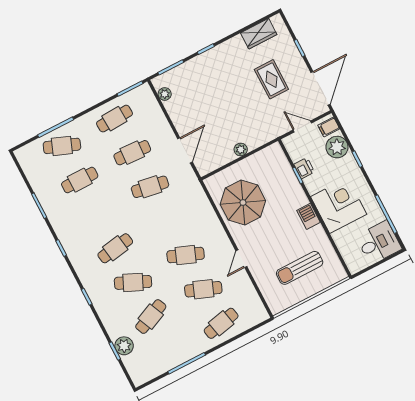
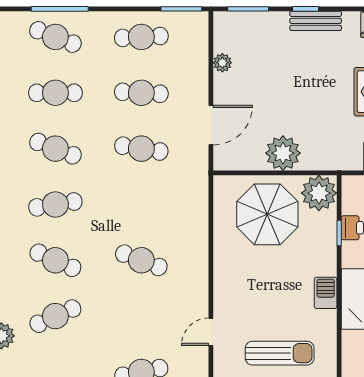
bench: (216, 53) -> (316, 21), added
plant: (165, 94) -> (222, 63), moved
plant: (241, 150) -> (283, 153), width x1.87, depth x1.87
plant: (273, 157) -> (319, 193), added
parasol: (243, 203) -> (267, 214), moved
door: (241, 259) -> (211, 332), moved
sun lounger: (300, 268) -> (280, 353), turned 180
cafe table: (203, 289) -> (55, 149), moved

